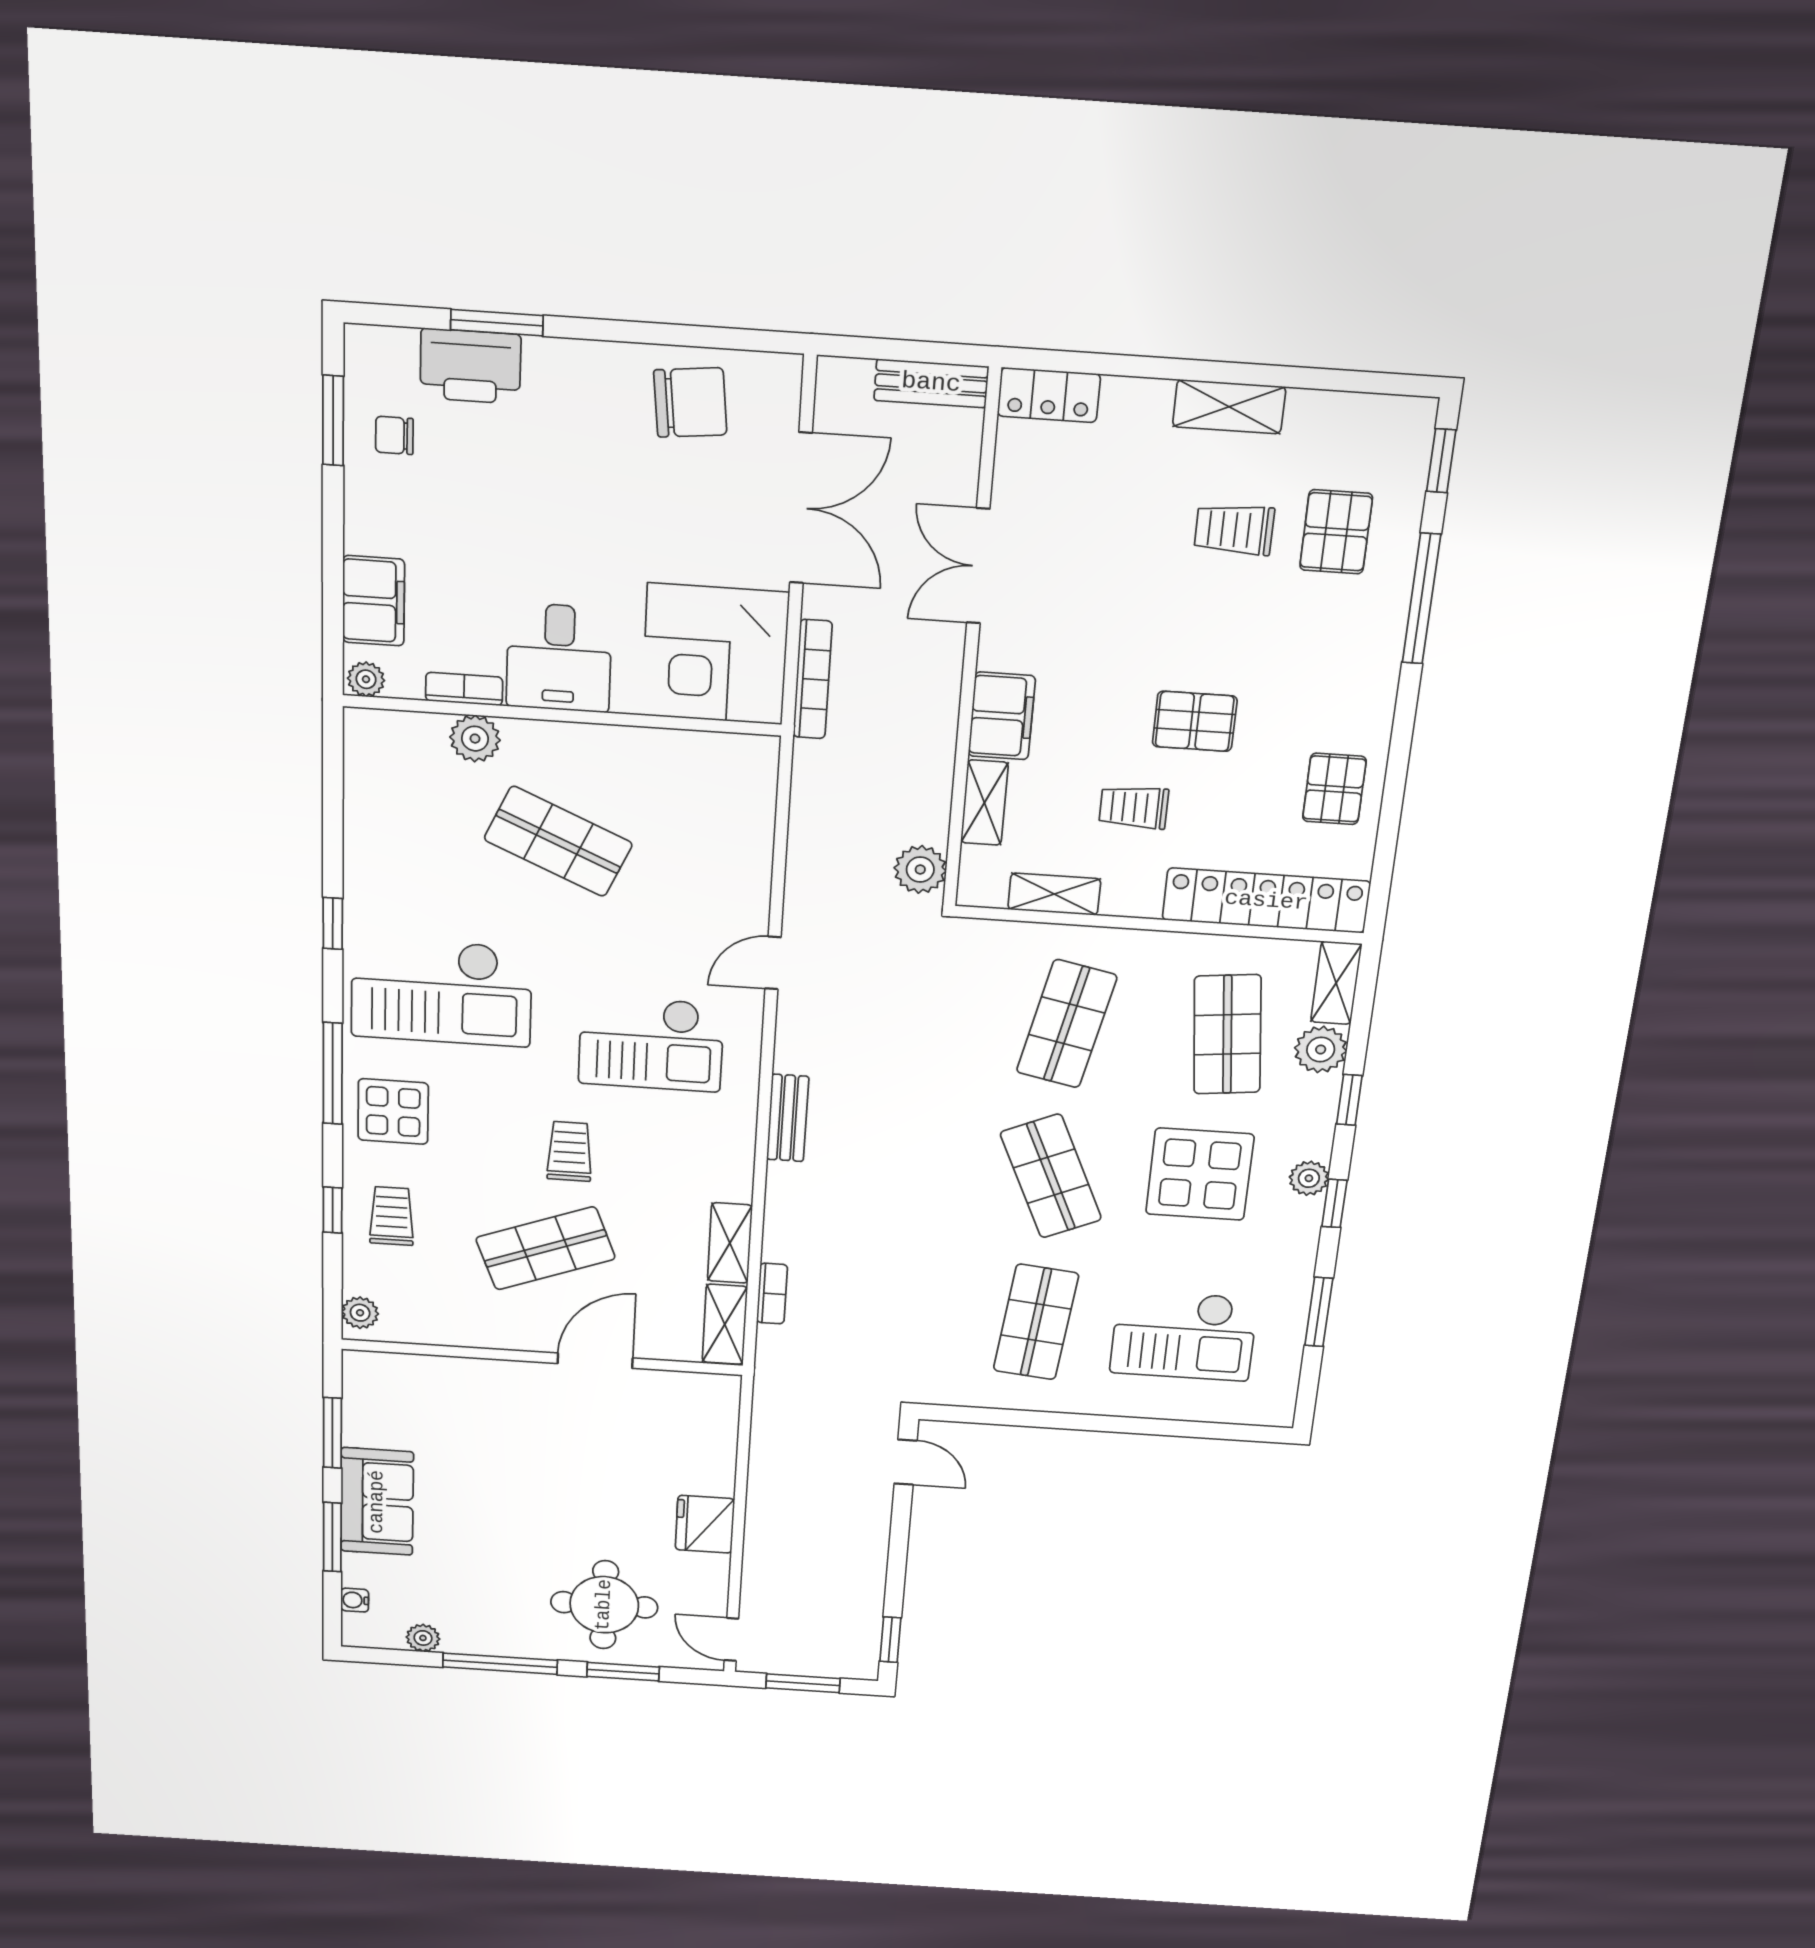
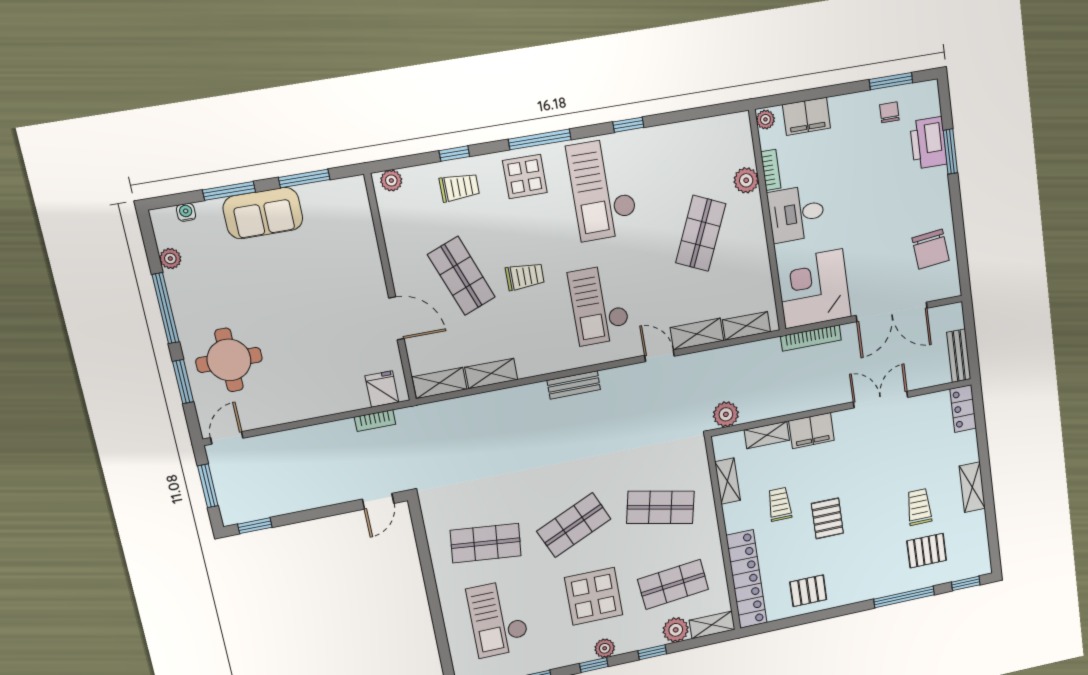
shelving: (756, 796) -> (746, 326), added
shelving: (749, 889) -> (697, 334), added
bookcase: (772, 1294) -> (375, 421), moved
fridge: (705, 1524) -> (382, 389), moved, width x0.72

